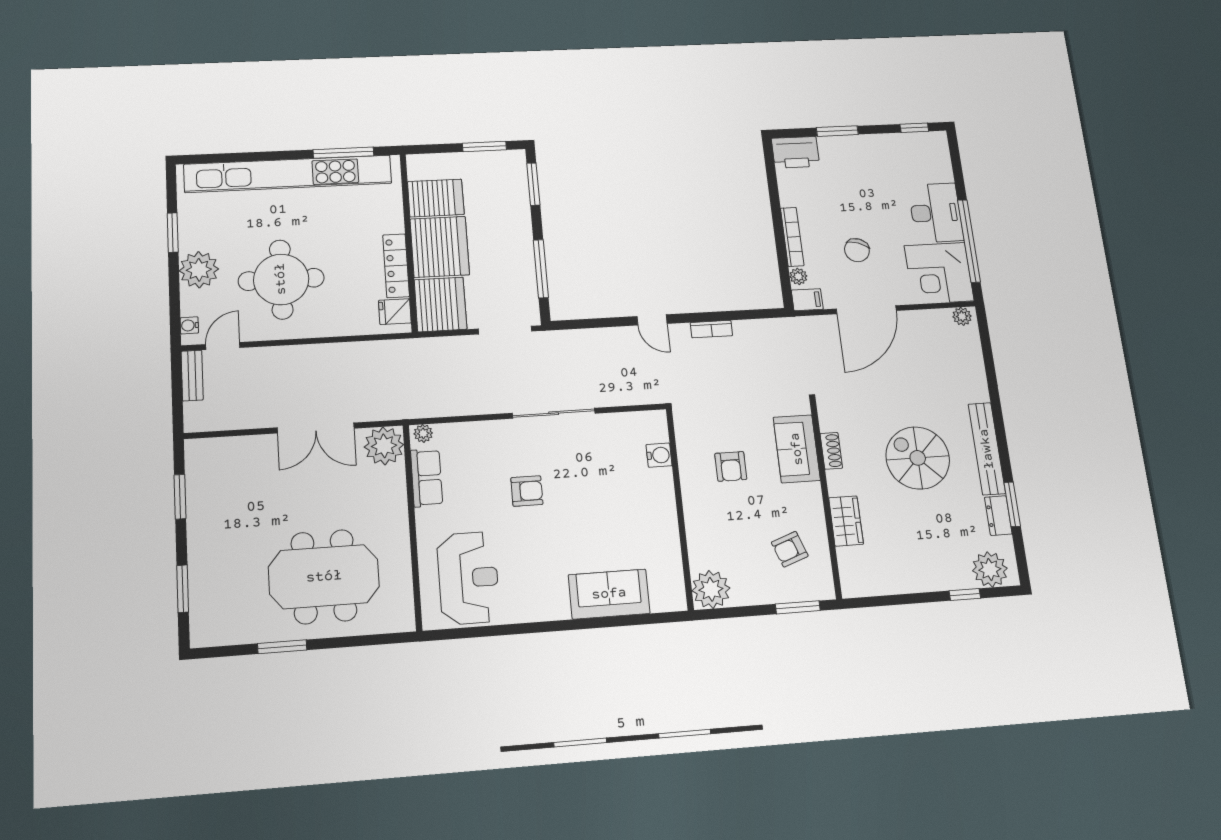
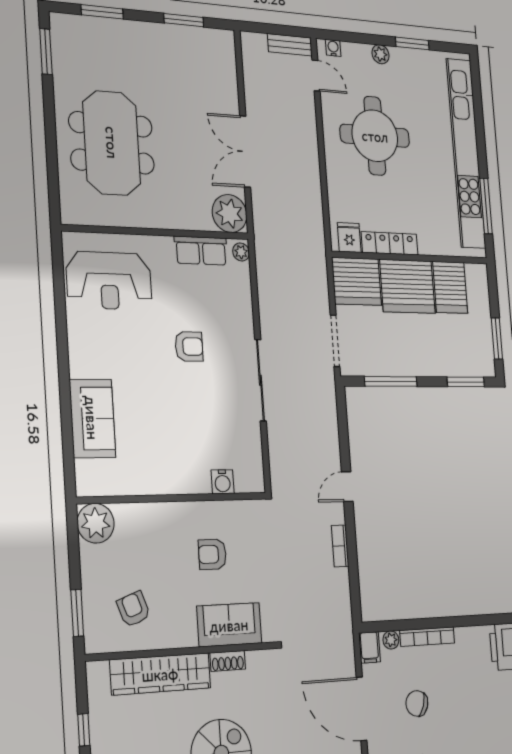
plant: (199, 270) -> (380, 54), width x0.53, depth x0.53
armchair: (527, 491) -> (189, 346), turned -90
wardrobe: (846, 521) -> (160, 674), width x2.10, depth x1.17
window: (906, 599) -> (84, 730), added
window: (282, 647) -> (46, 52), moved

